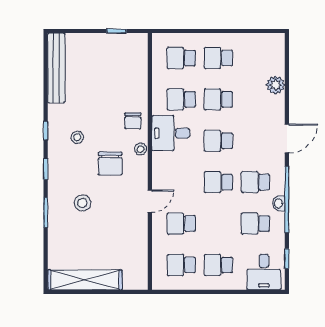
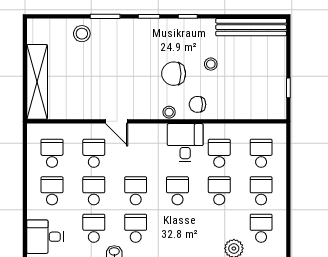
school desk: (255, 58) -> (261, 228), added
stool: (77, 137) -> (211, 64), moved
chair: (110, 164) -> (174, 74), moved
stool: (82, 203) -> (82, 34), moved
school desk: (218, 224) -> (94, 191), added
shelving: (85, 280) -> (37, 82), moved

